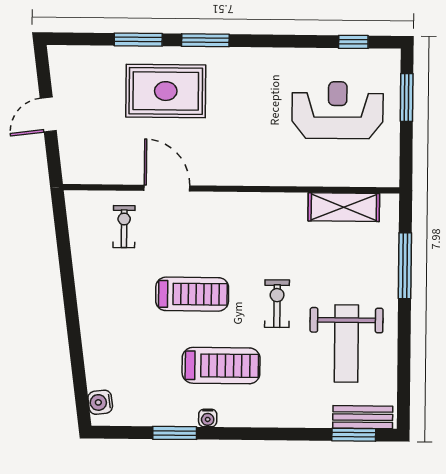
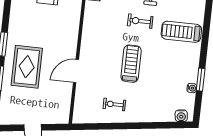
exercise bike: (124, 227) -> (114, 104), moved
treadmill: (221, 366) -> (181, 32), moved, turned -90
water cooler: (208, 418) -> (192, 88), moved

